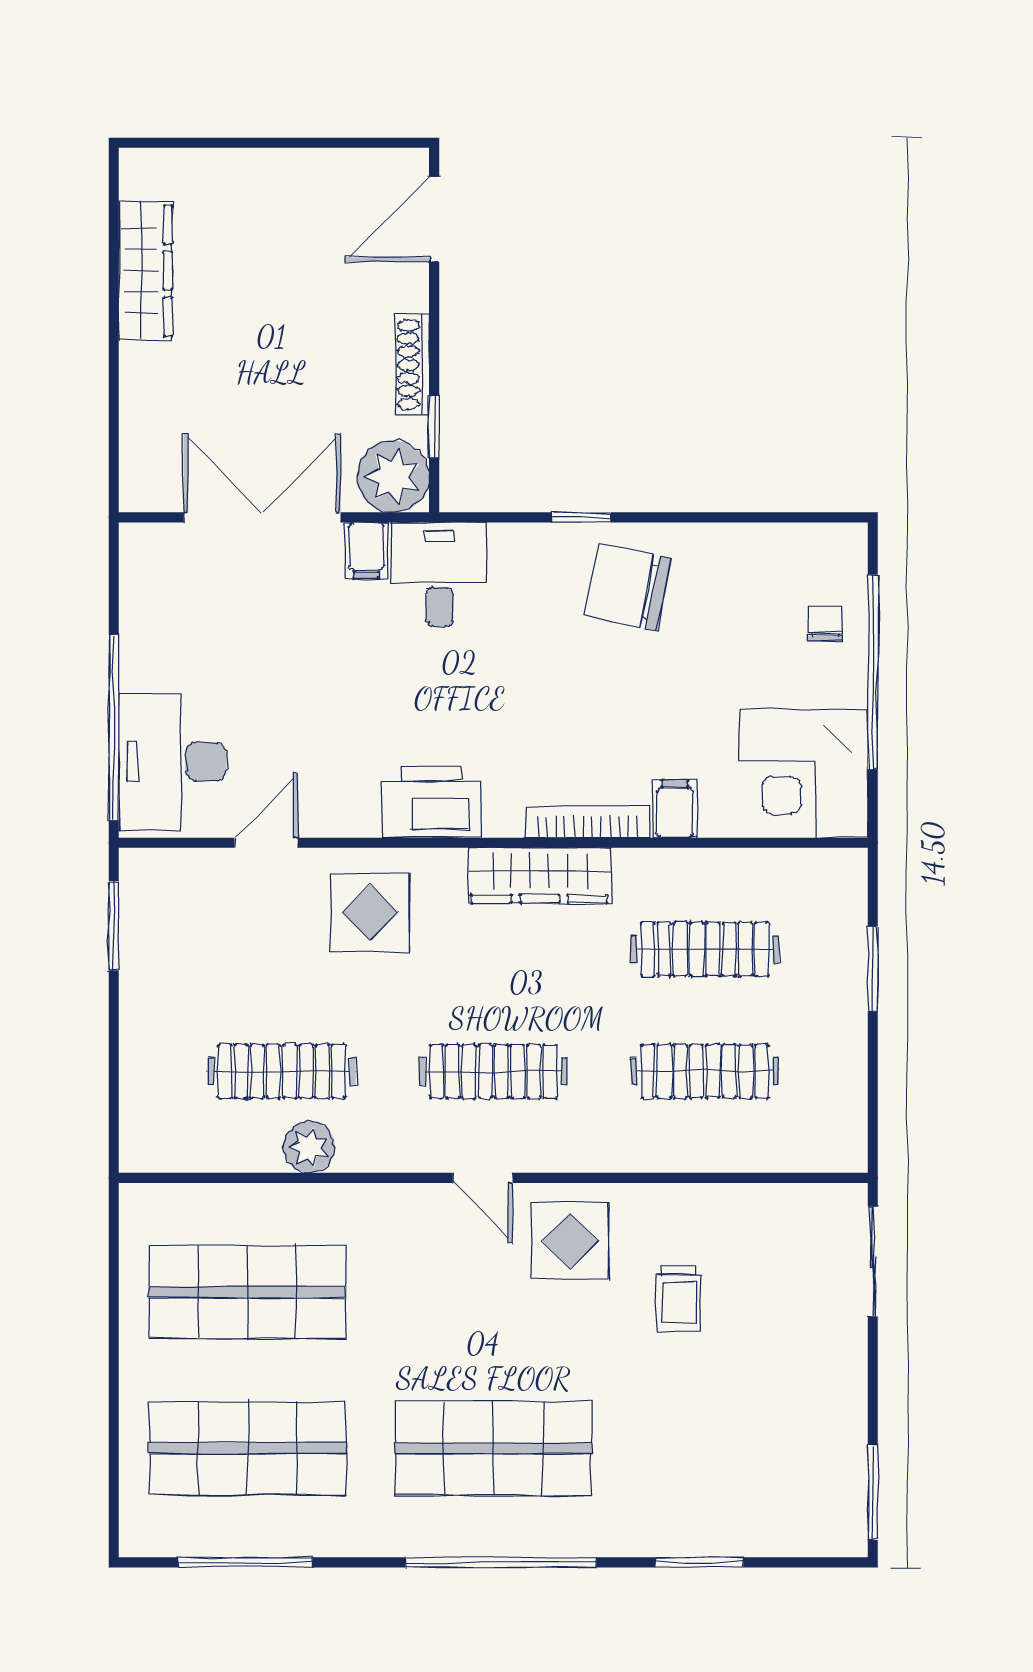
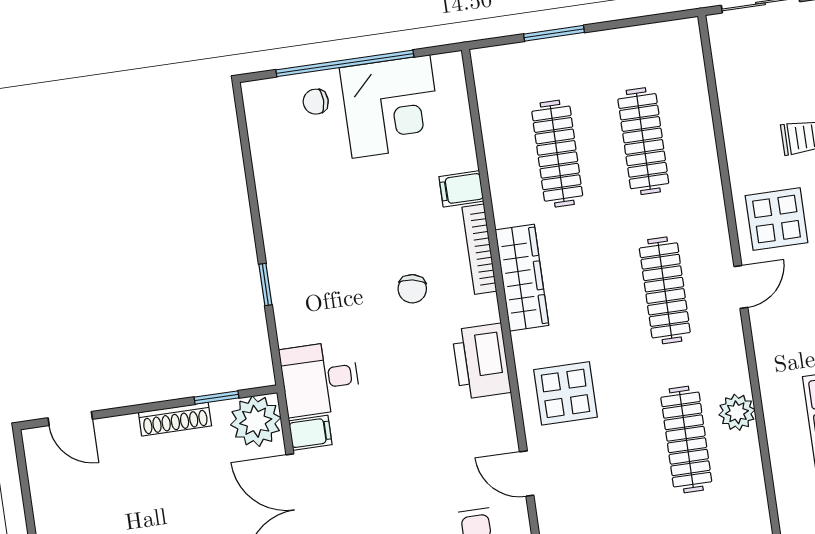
door: (434, 219) -> (70, 419), width x0.73
chair: (628, 587) -> (412, 289), moved, width x0.54, depth x0.54
corner desk: (804, 773) -> (391, 107), moved

